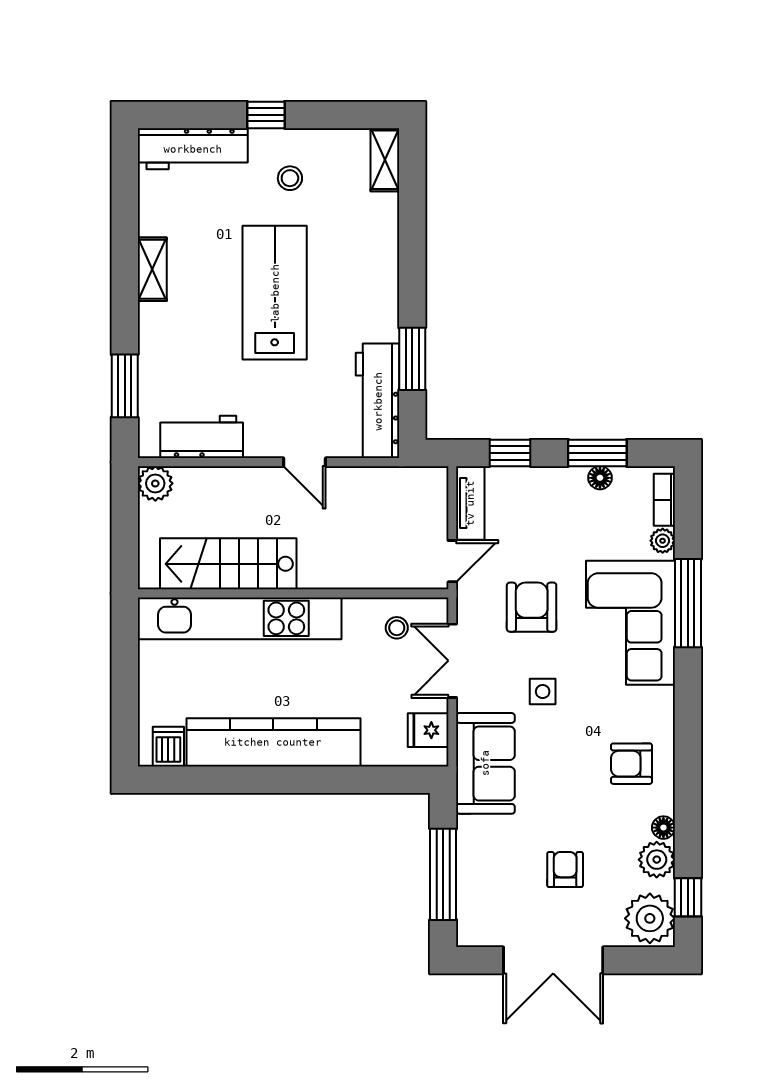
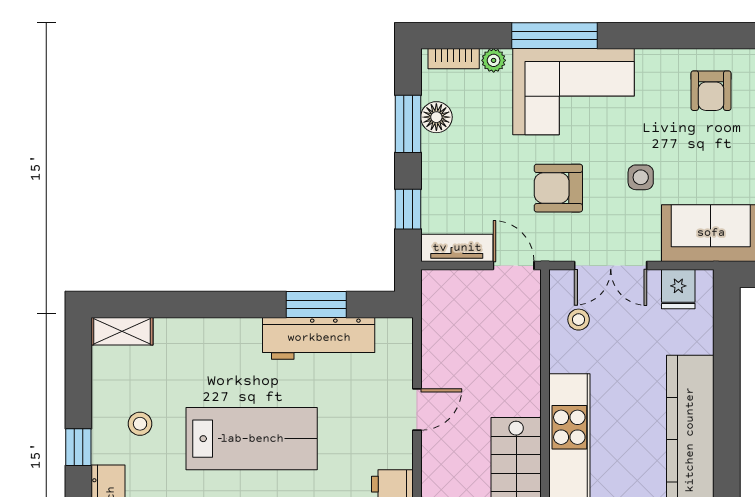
lab bench: (275, 293) -> (252, 439), turned 180
workbench: (378, 401) -> (319, 338), moved
floor lamp: (600, 478) -> (436, 117), width x1.37, depth x1.37

